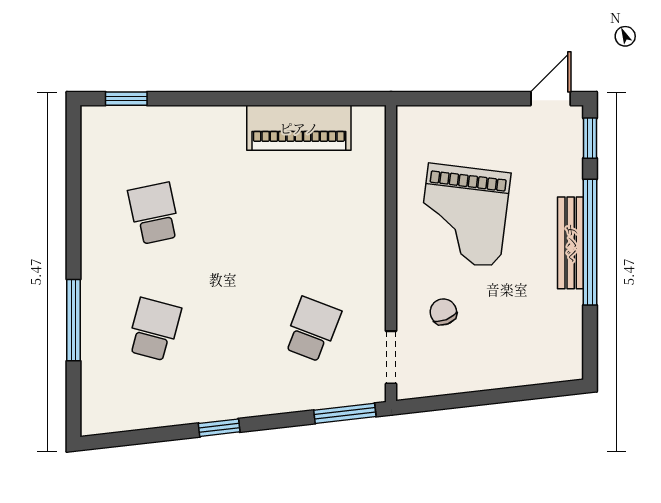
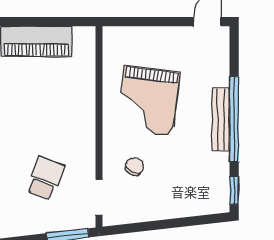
window: (590, 138) -> (234, 190), moved
chair: (443, 312) -> (134, 166), turned 46

